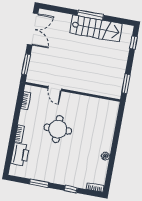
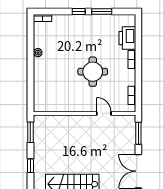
window: (134, 43) -> (30, 166), moved
window: (71, 189) -> (79, 12), moved

